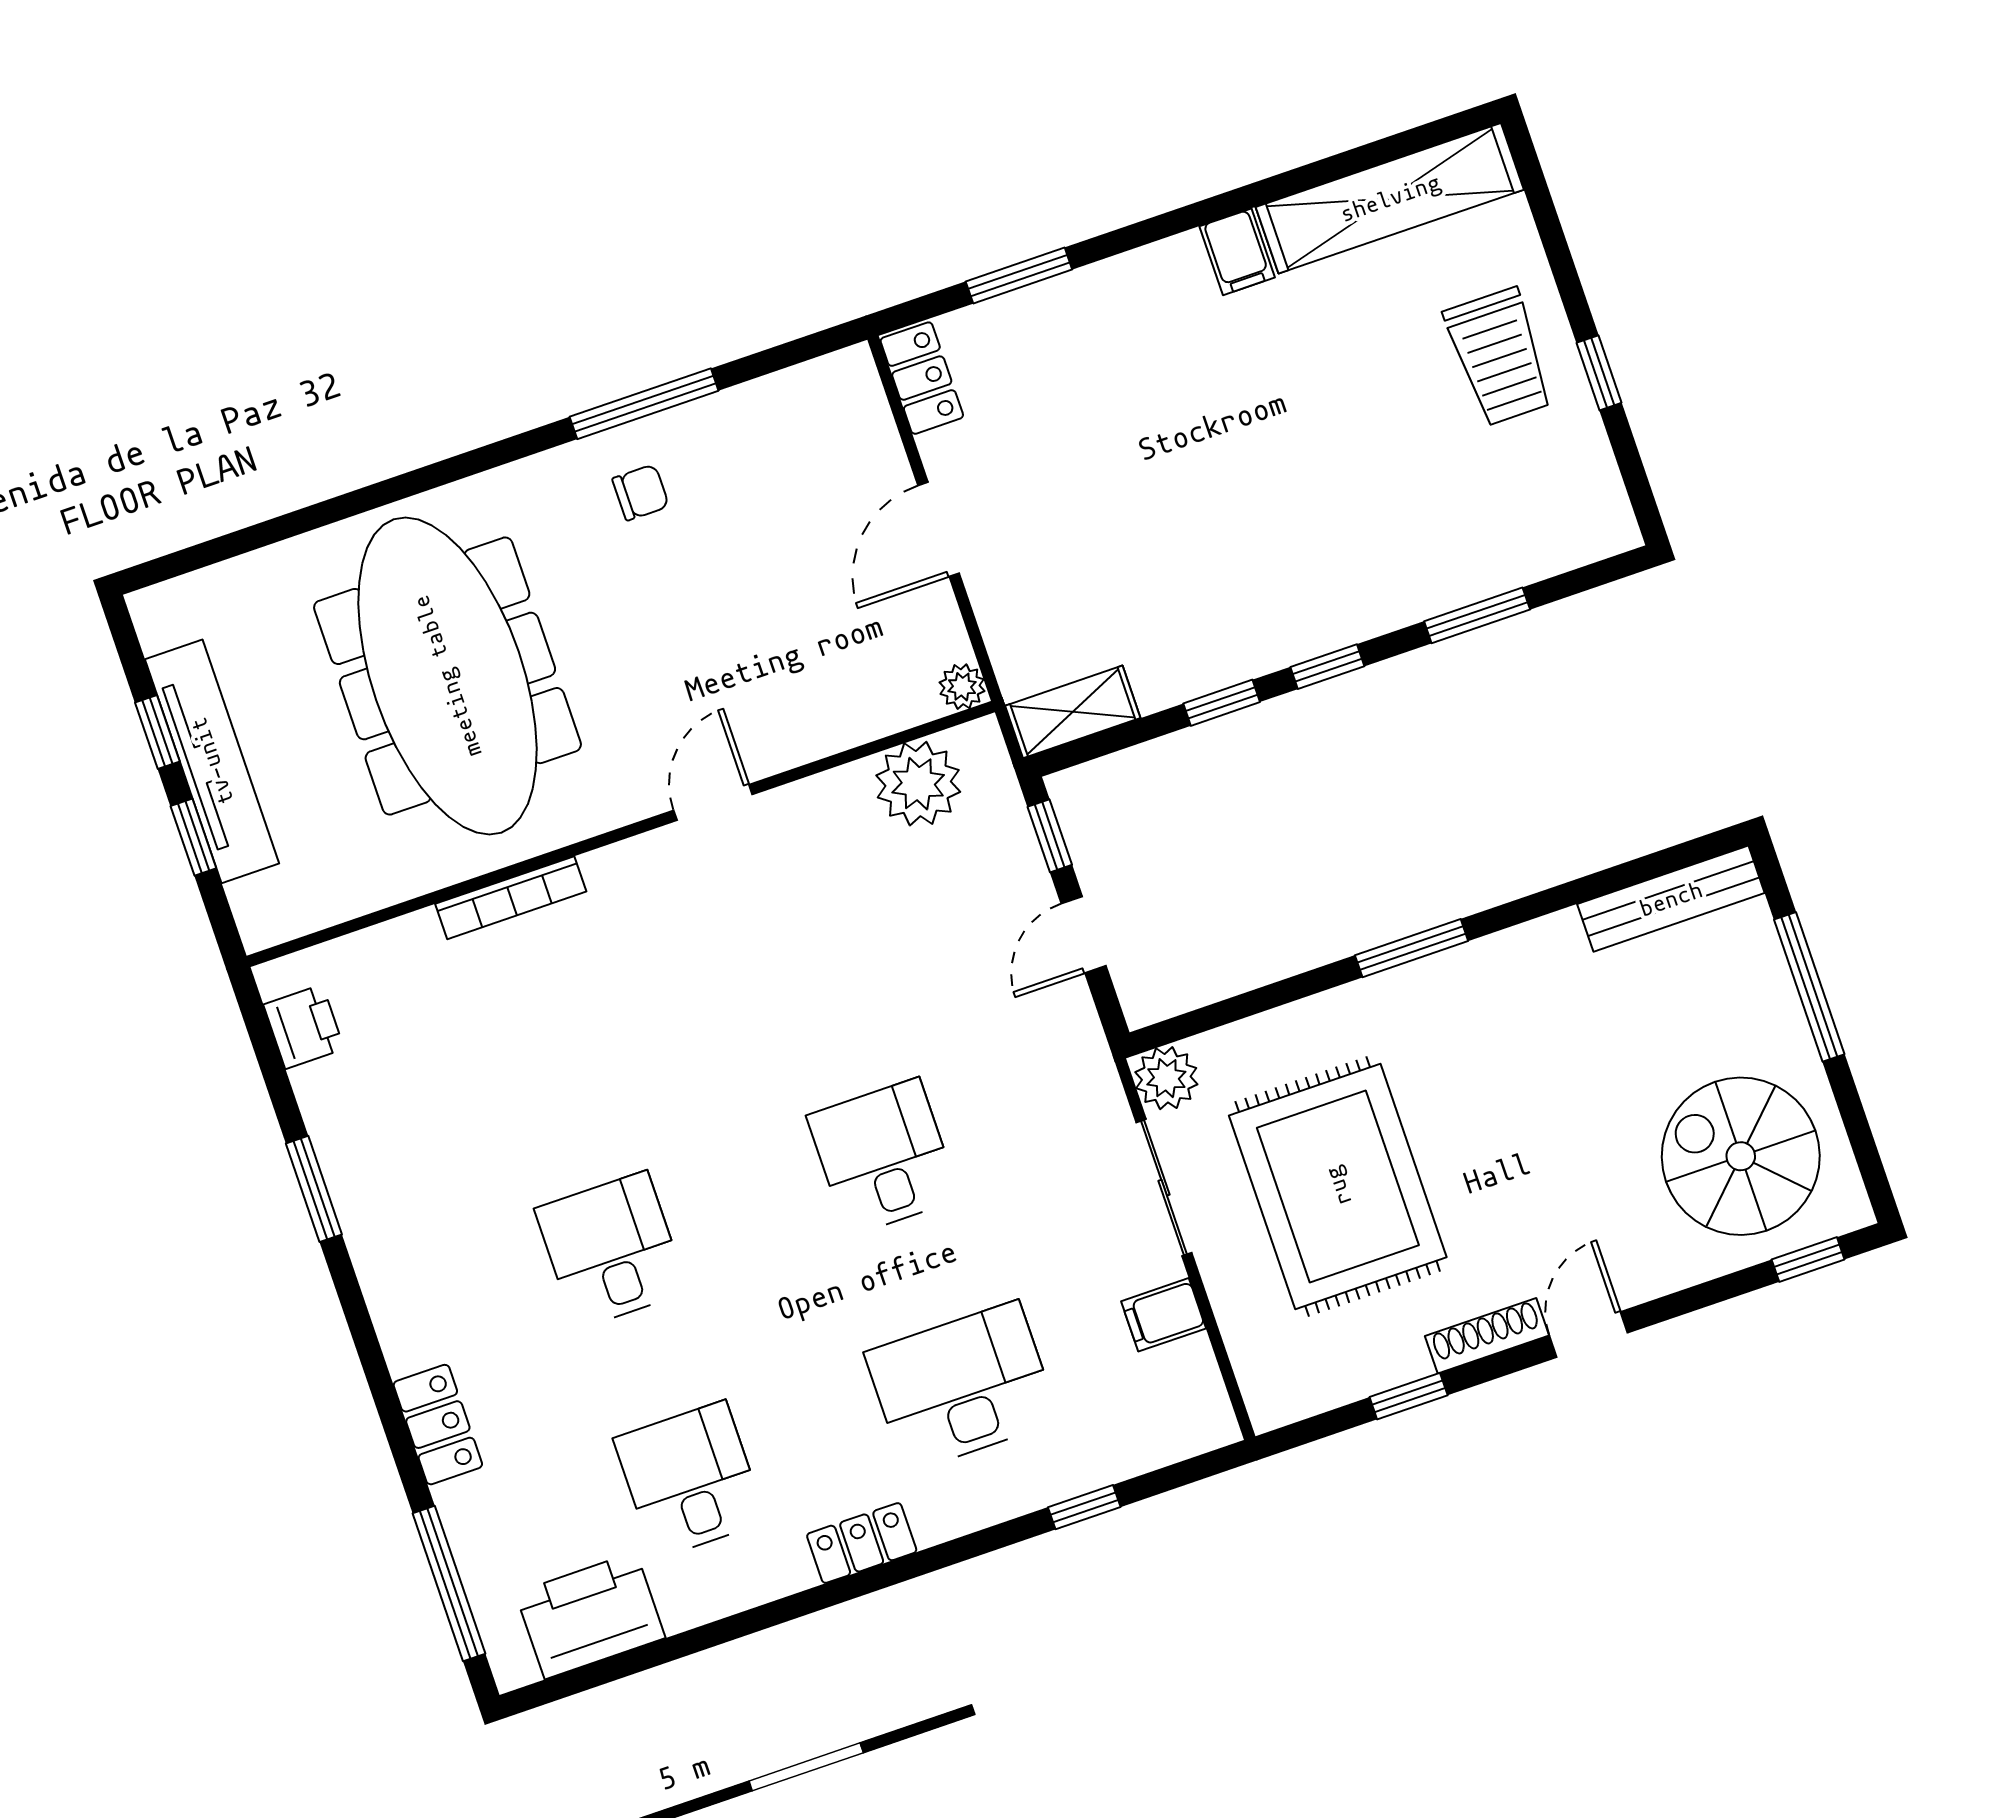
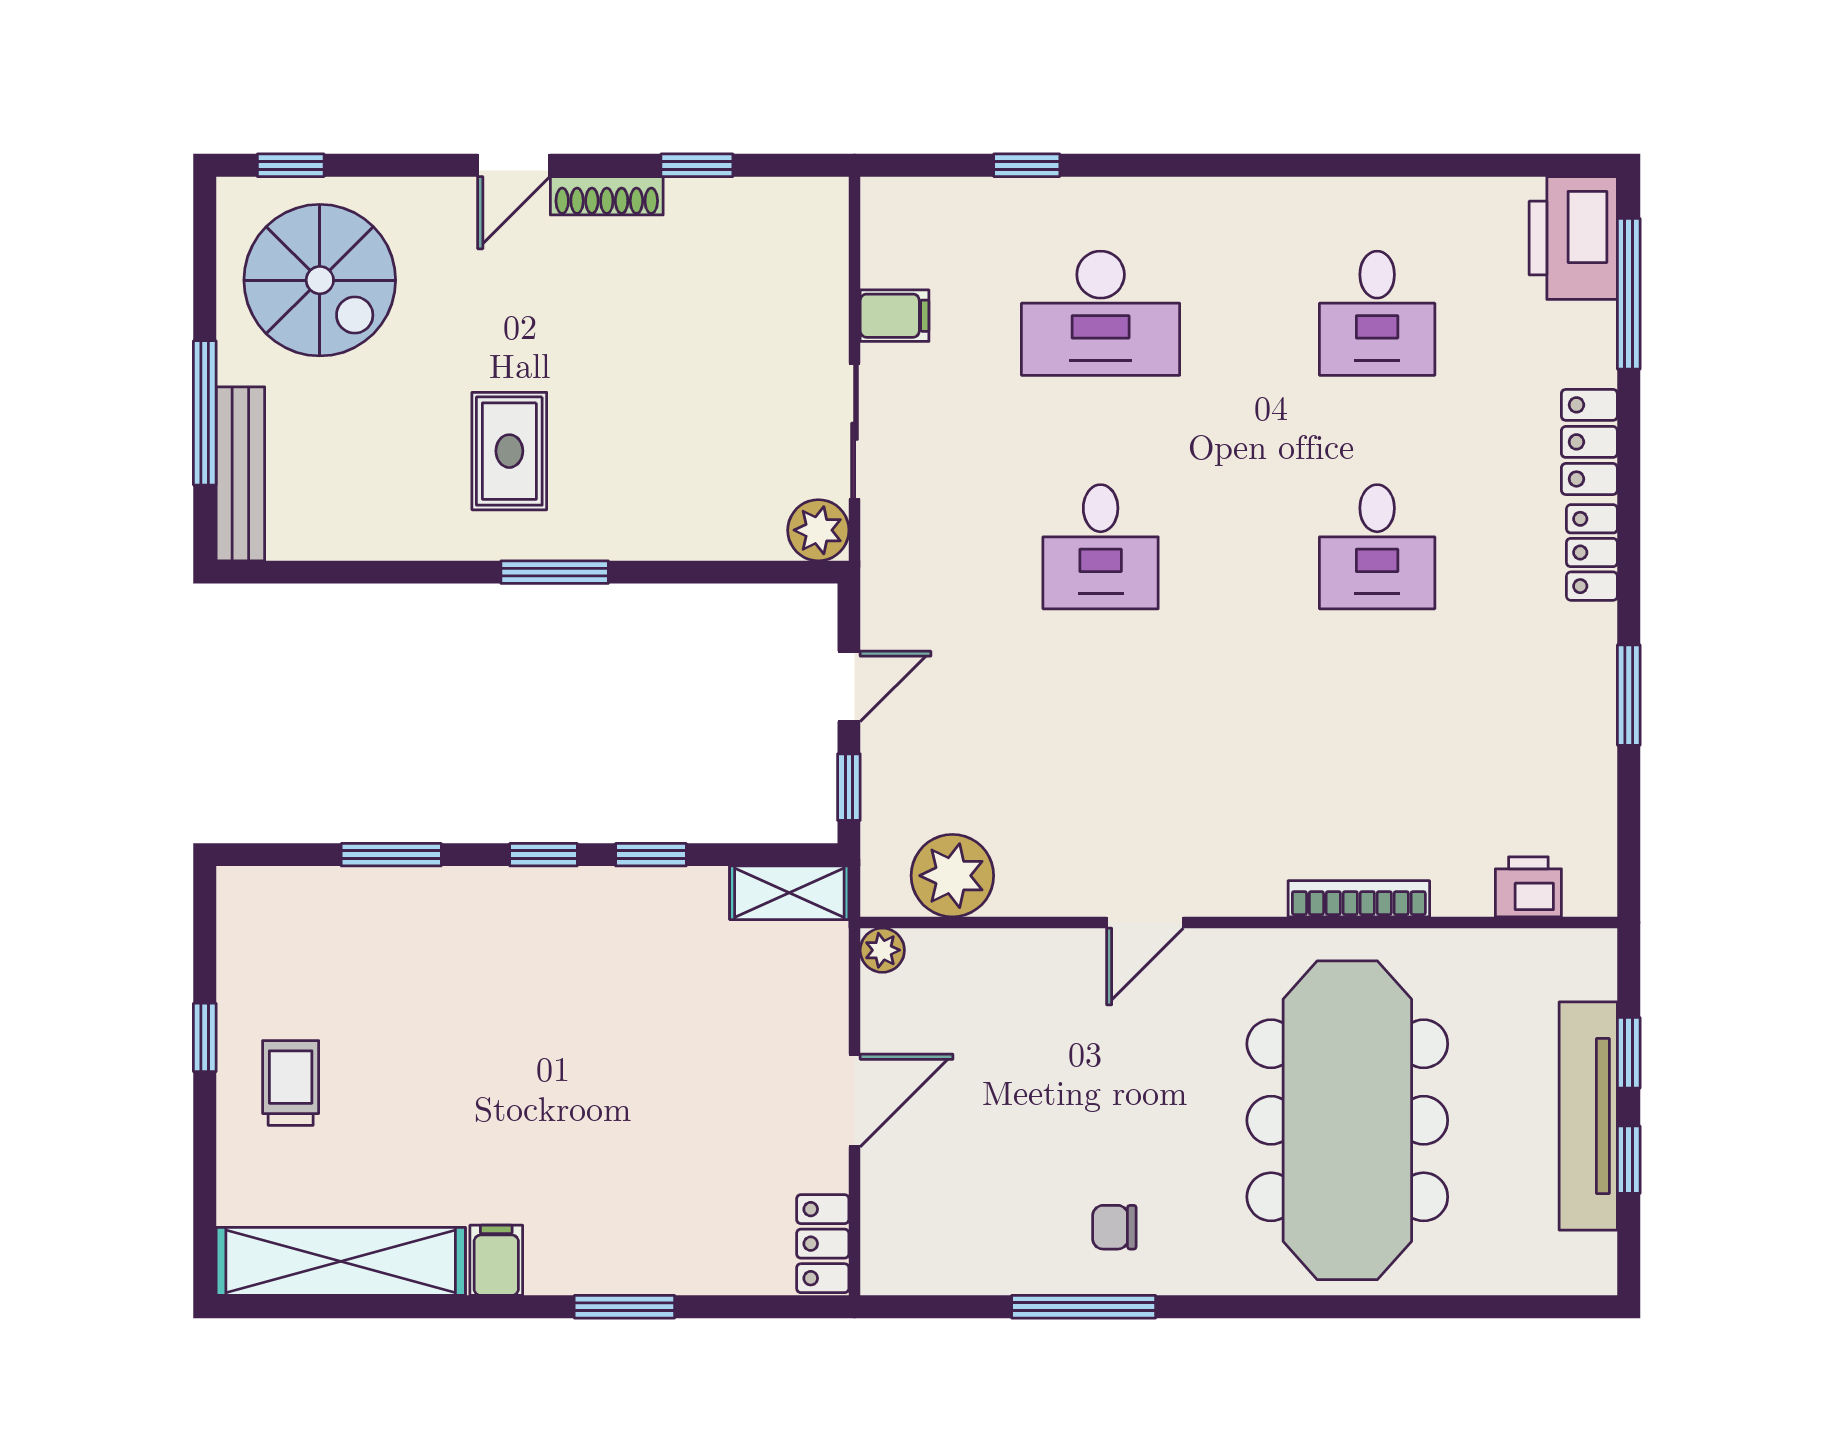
window: (1019, 275) -> (624, 1307), moved
trolley: (1499, 357) -> (291, 1083), width x0.73, depth x0.72
bench: (1671, 899) -> (240, 474), moved, turned 90
printer: (304, 1027) -> (1528, 887), moved, turned 90
rug: (1338, 1186) -> (509, 451), moved, width x0.54, depth x0.49
locker: (862, 1543) -> (1592, 552), moved, turned 90
printer: (590, 1615) -> (1573, 238), moved, turned 90

